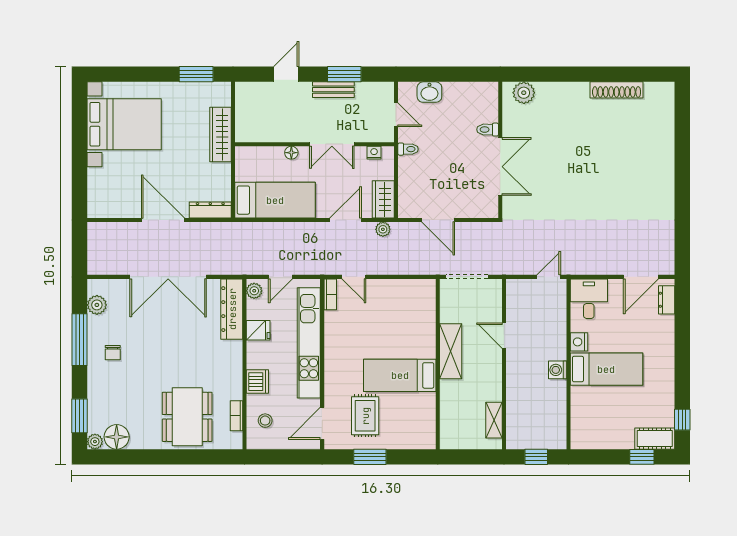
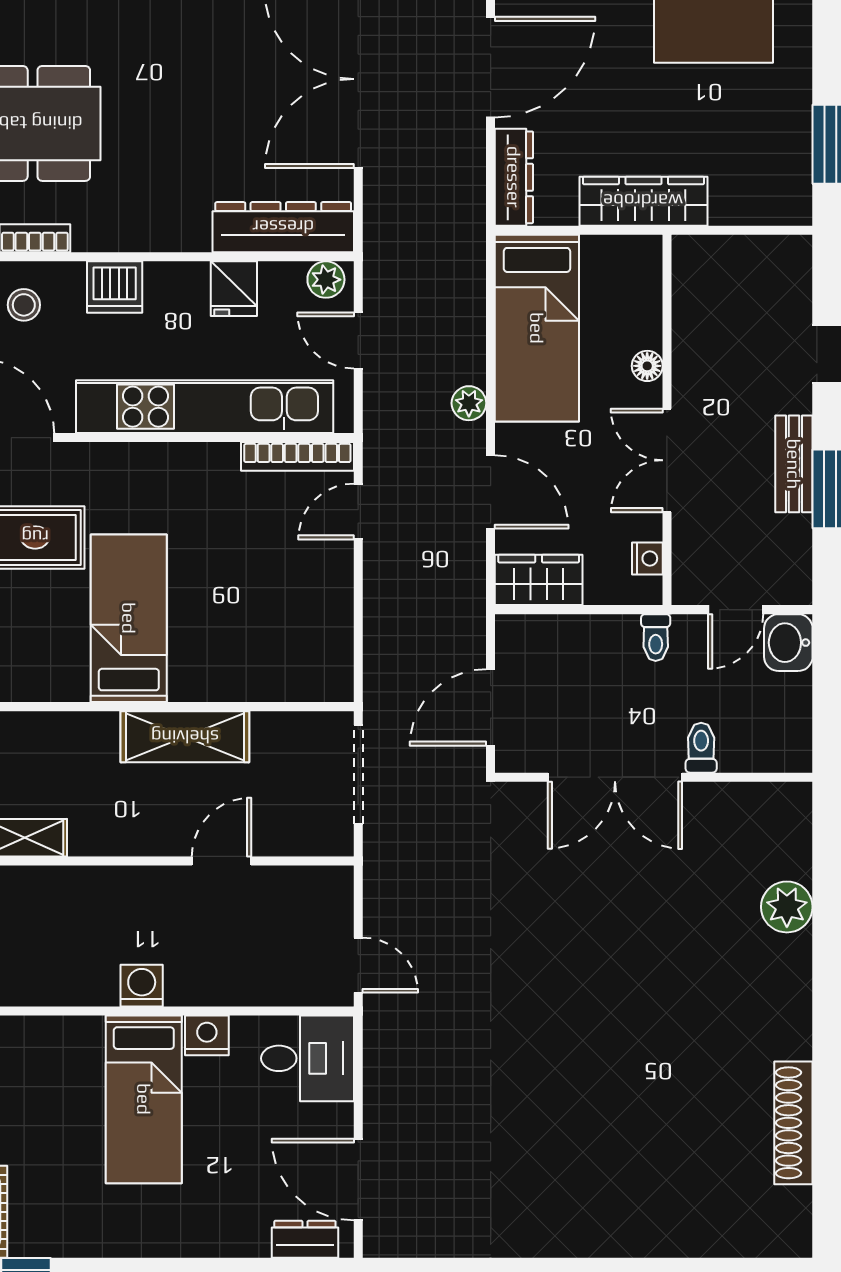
washbasin: (429, 92) -> (788, 643), moved
toilet: (488, 130) -> (701, 748), moved
wardrobe: (221, 134) -> (643, 201), moved
wall: (500, 150) -> (654, 777), moved
double door: (500, 167) -> (615, 777), moved
plant: (383, 229) -> (469, 403), moved
bookcase: (330, 294) -> (297, 456), width x1.56

